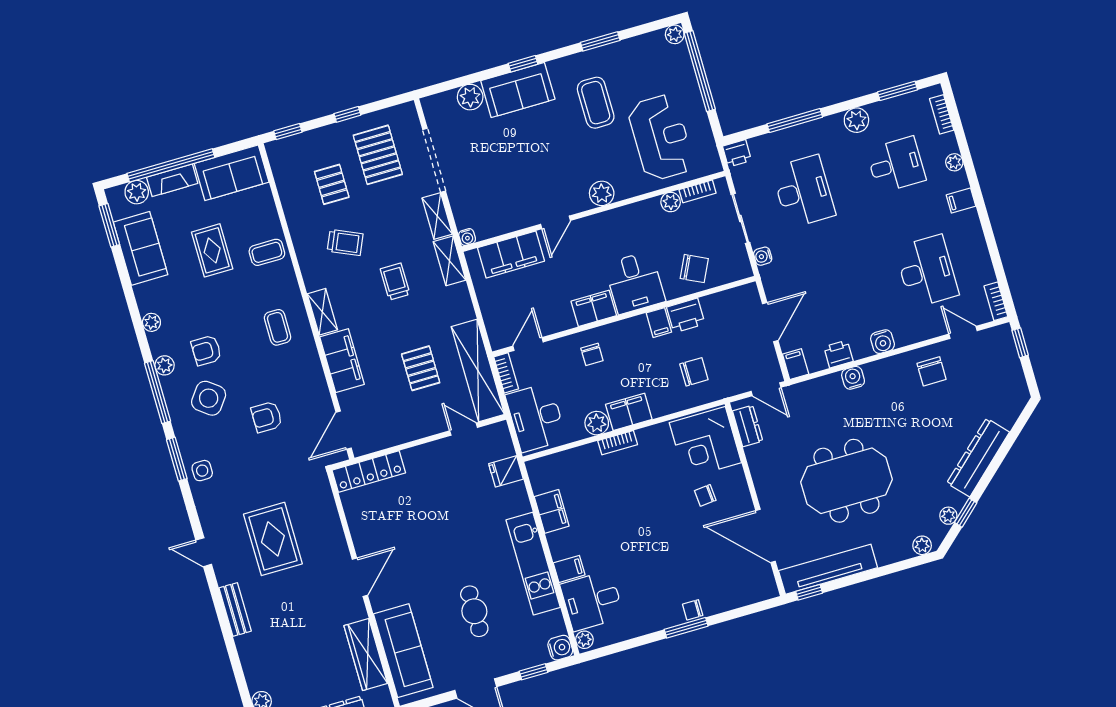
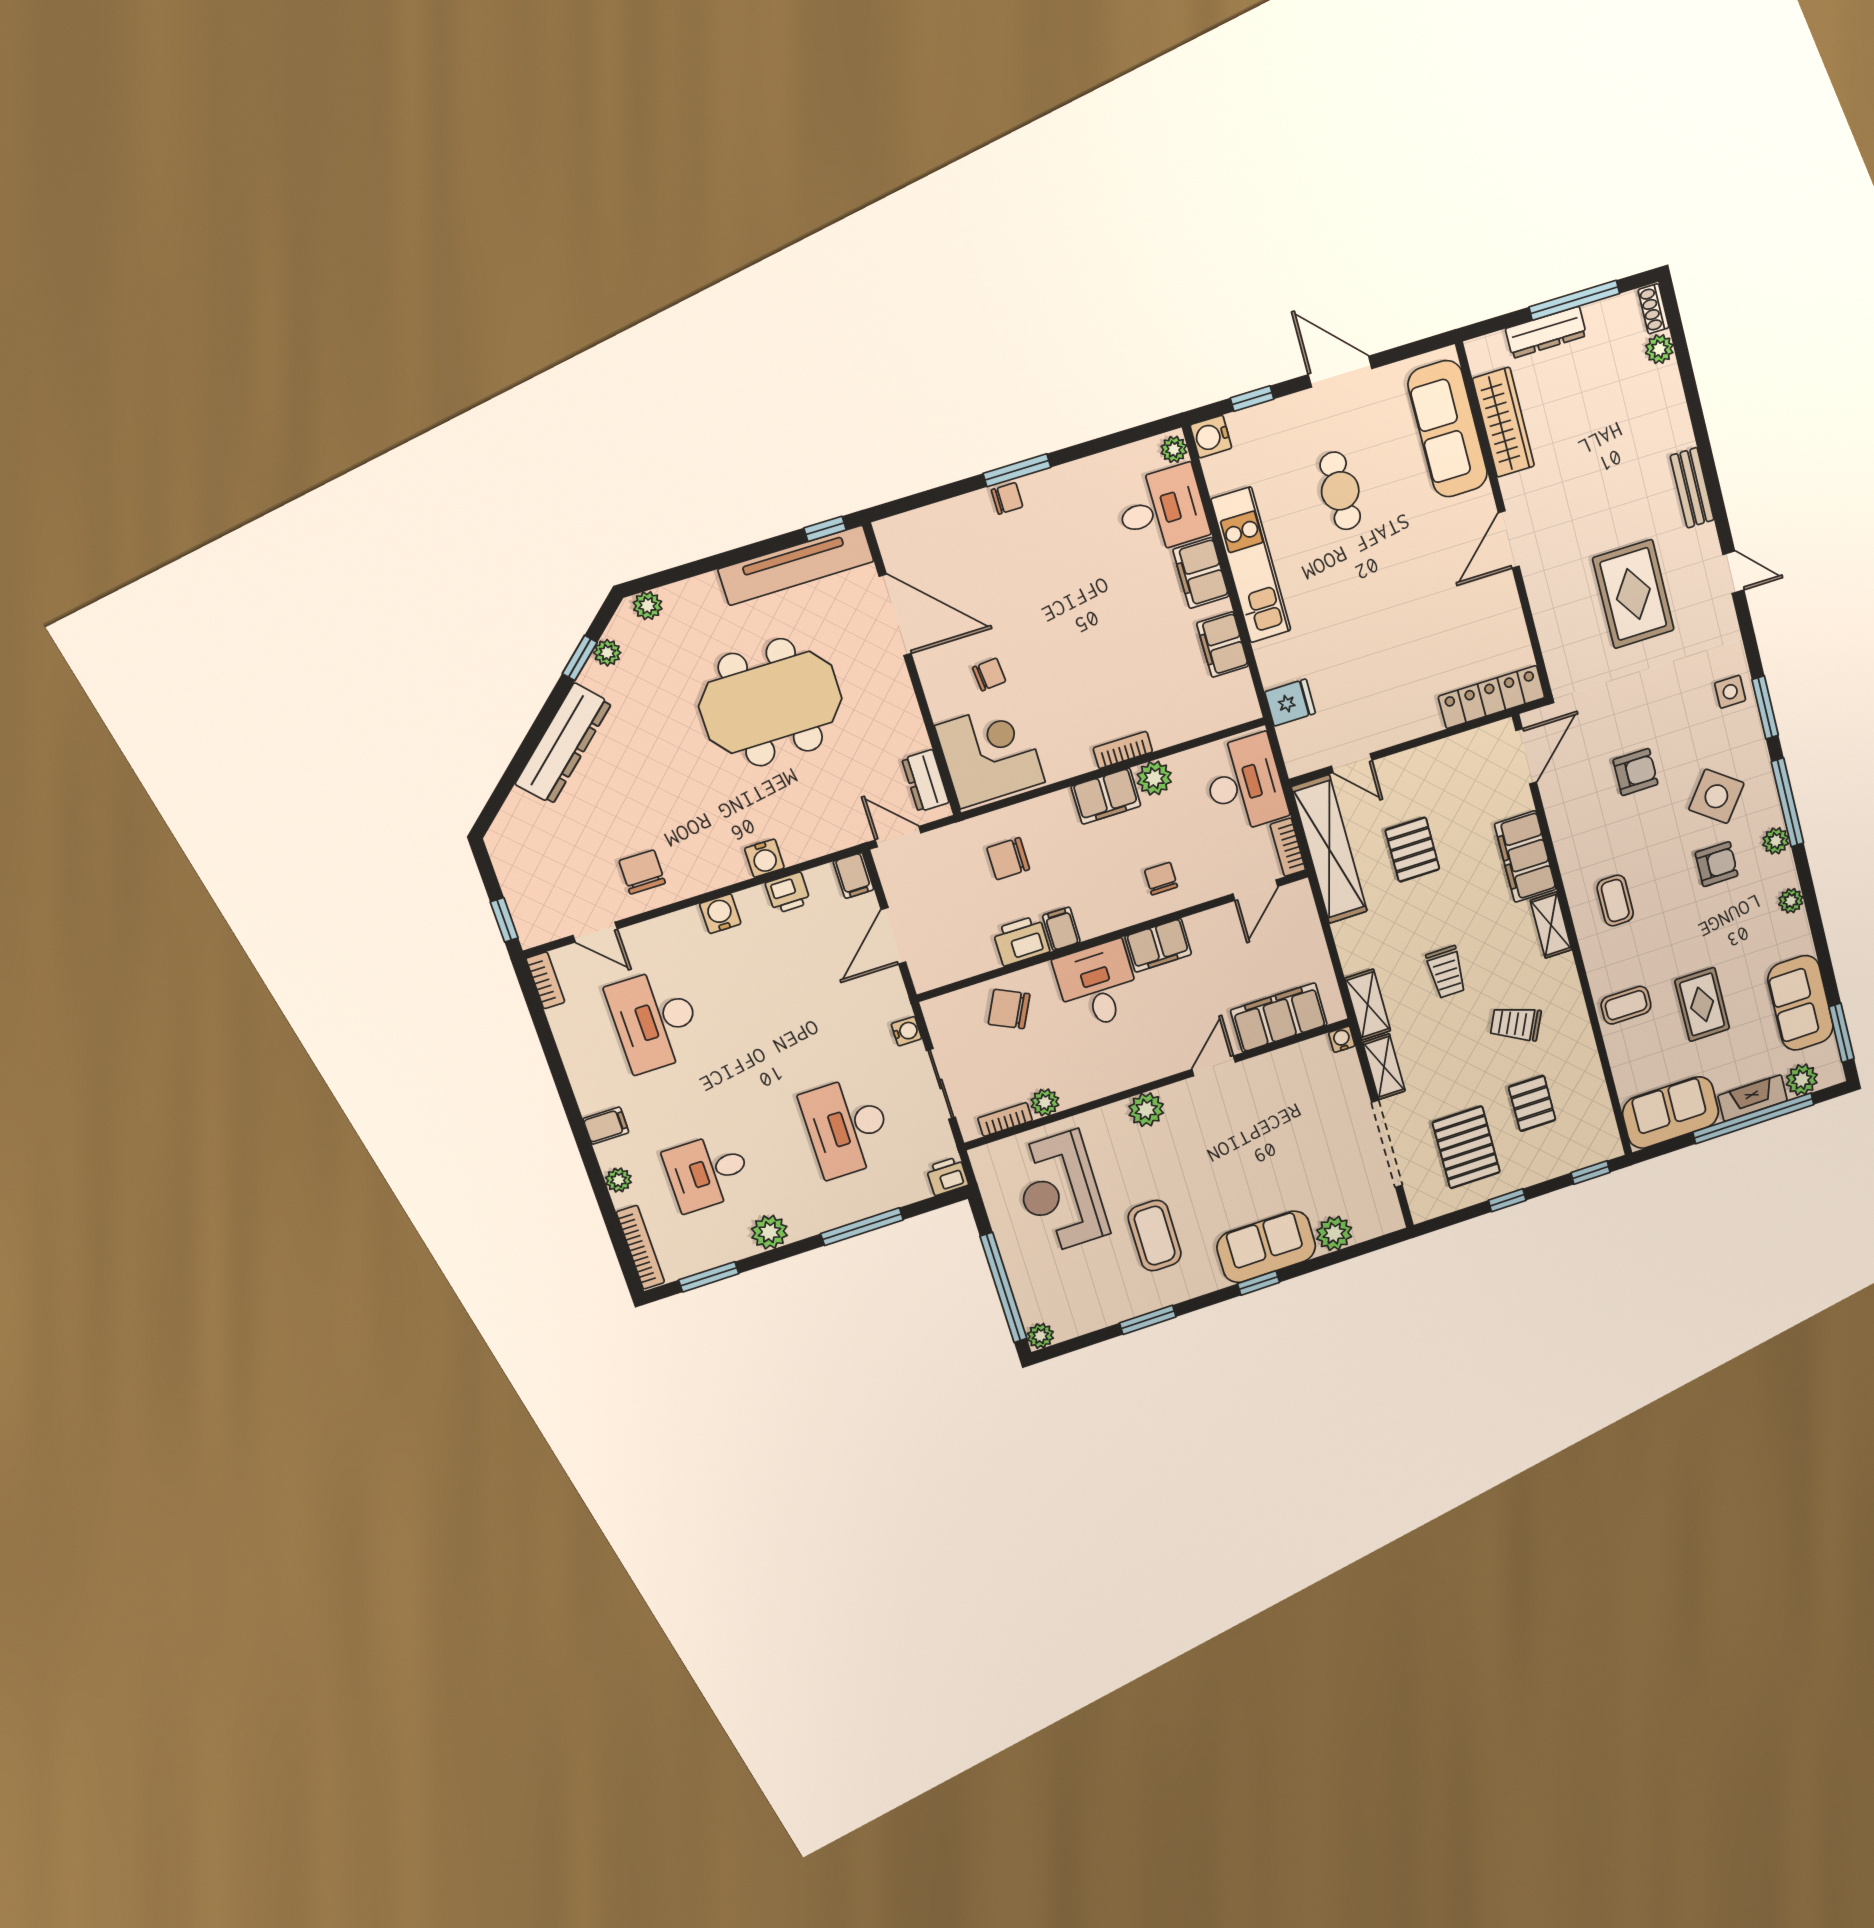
bookcase: (942, 114) -> (640, 1247), width x1.56
filing cabinet: (569, 569) -> (1201, 573), width x2.00

